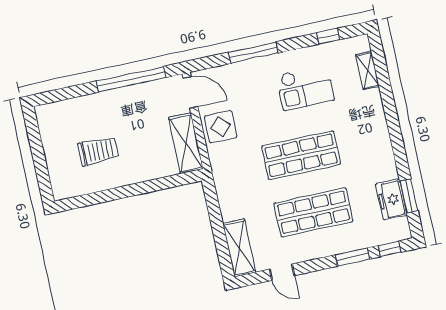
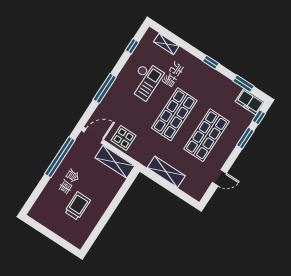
window: (396, 138) -> (211, 62), added
freezer: (391, 199) -> (250, 102), moved
shelving: (239, 248) -> (166, 172), moved

